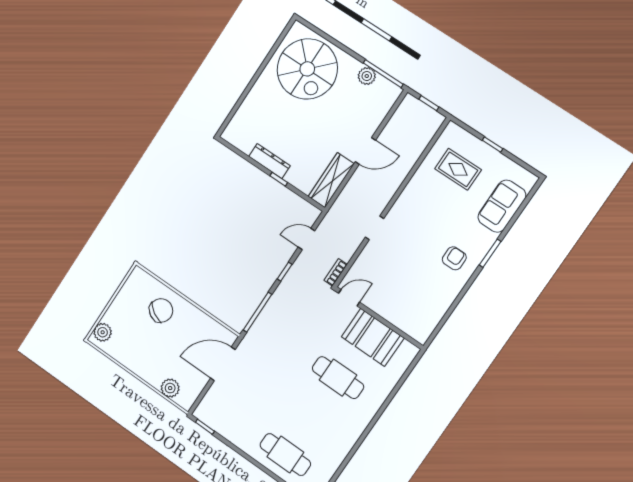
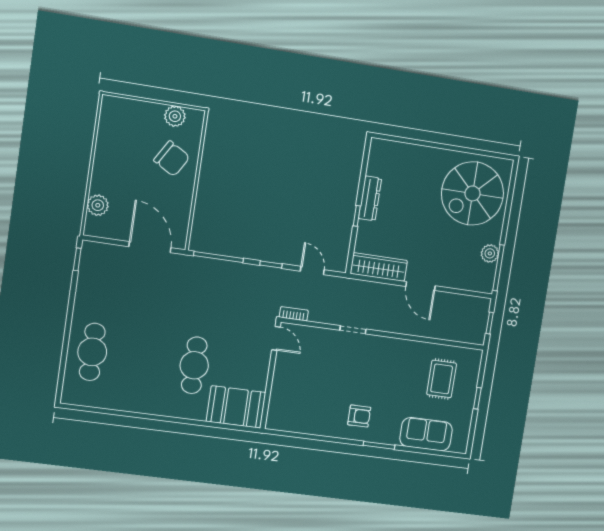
plant: (103, 332) -> (175, 116), moved
booth: (373, 337) -> (236, 407), moved, turned 90

